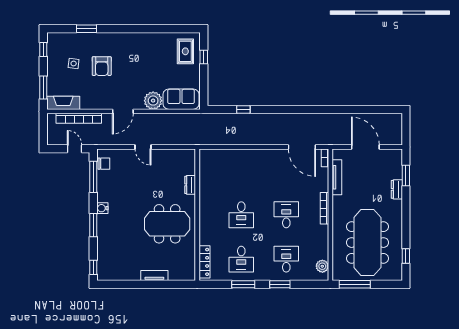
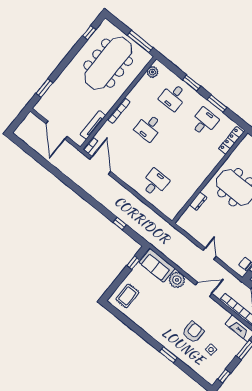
window: (87, 29) -> (168, 355), moved
window: (204, 57) -> (133, 263), moved
dresser: (397, 189) -> (58, 83), removed
desk: (241, 215) -> (155, 183), moved

